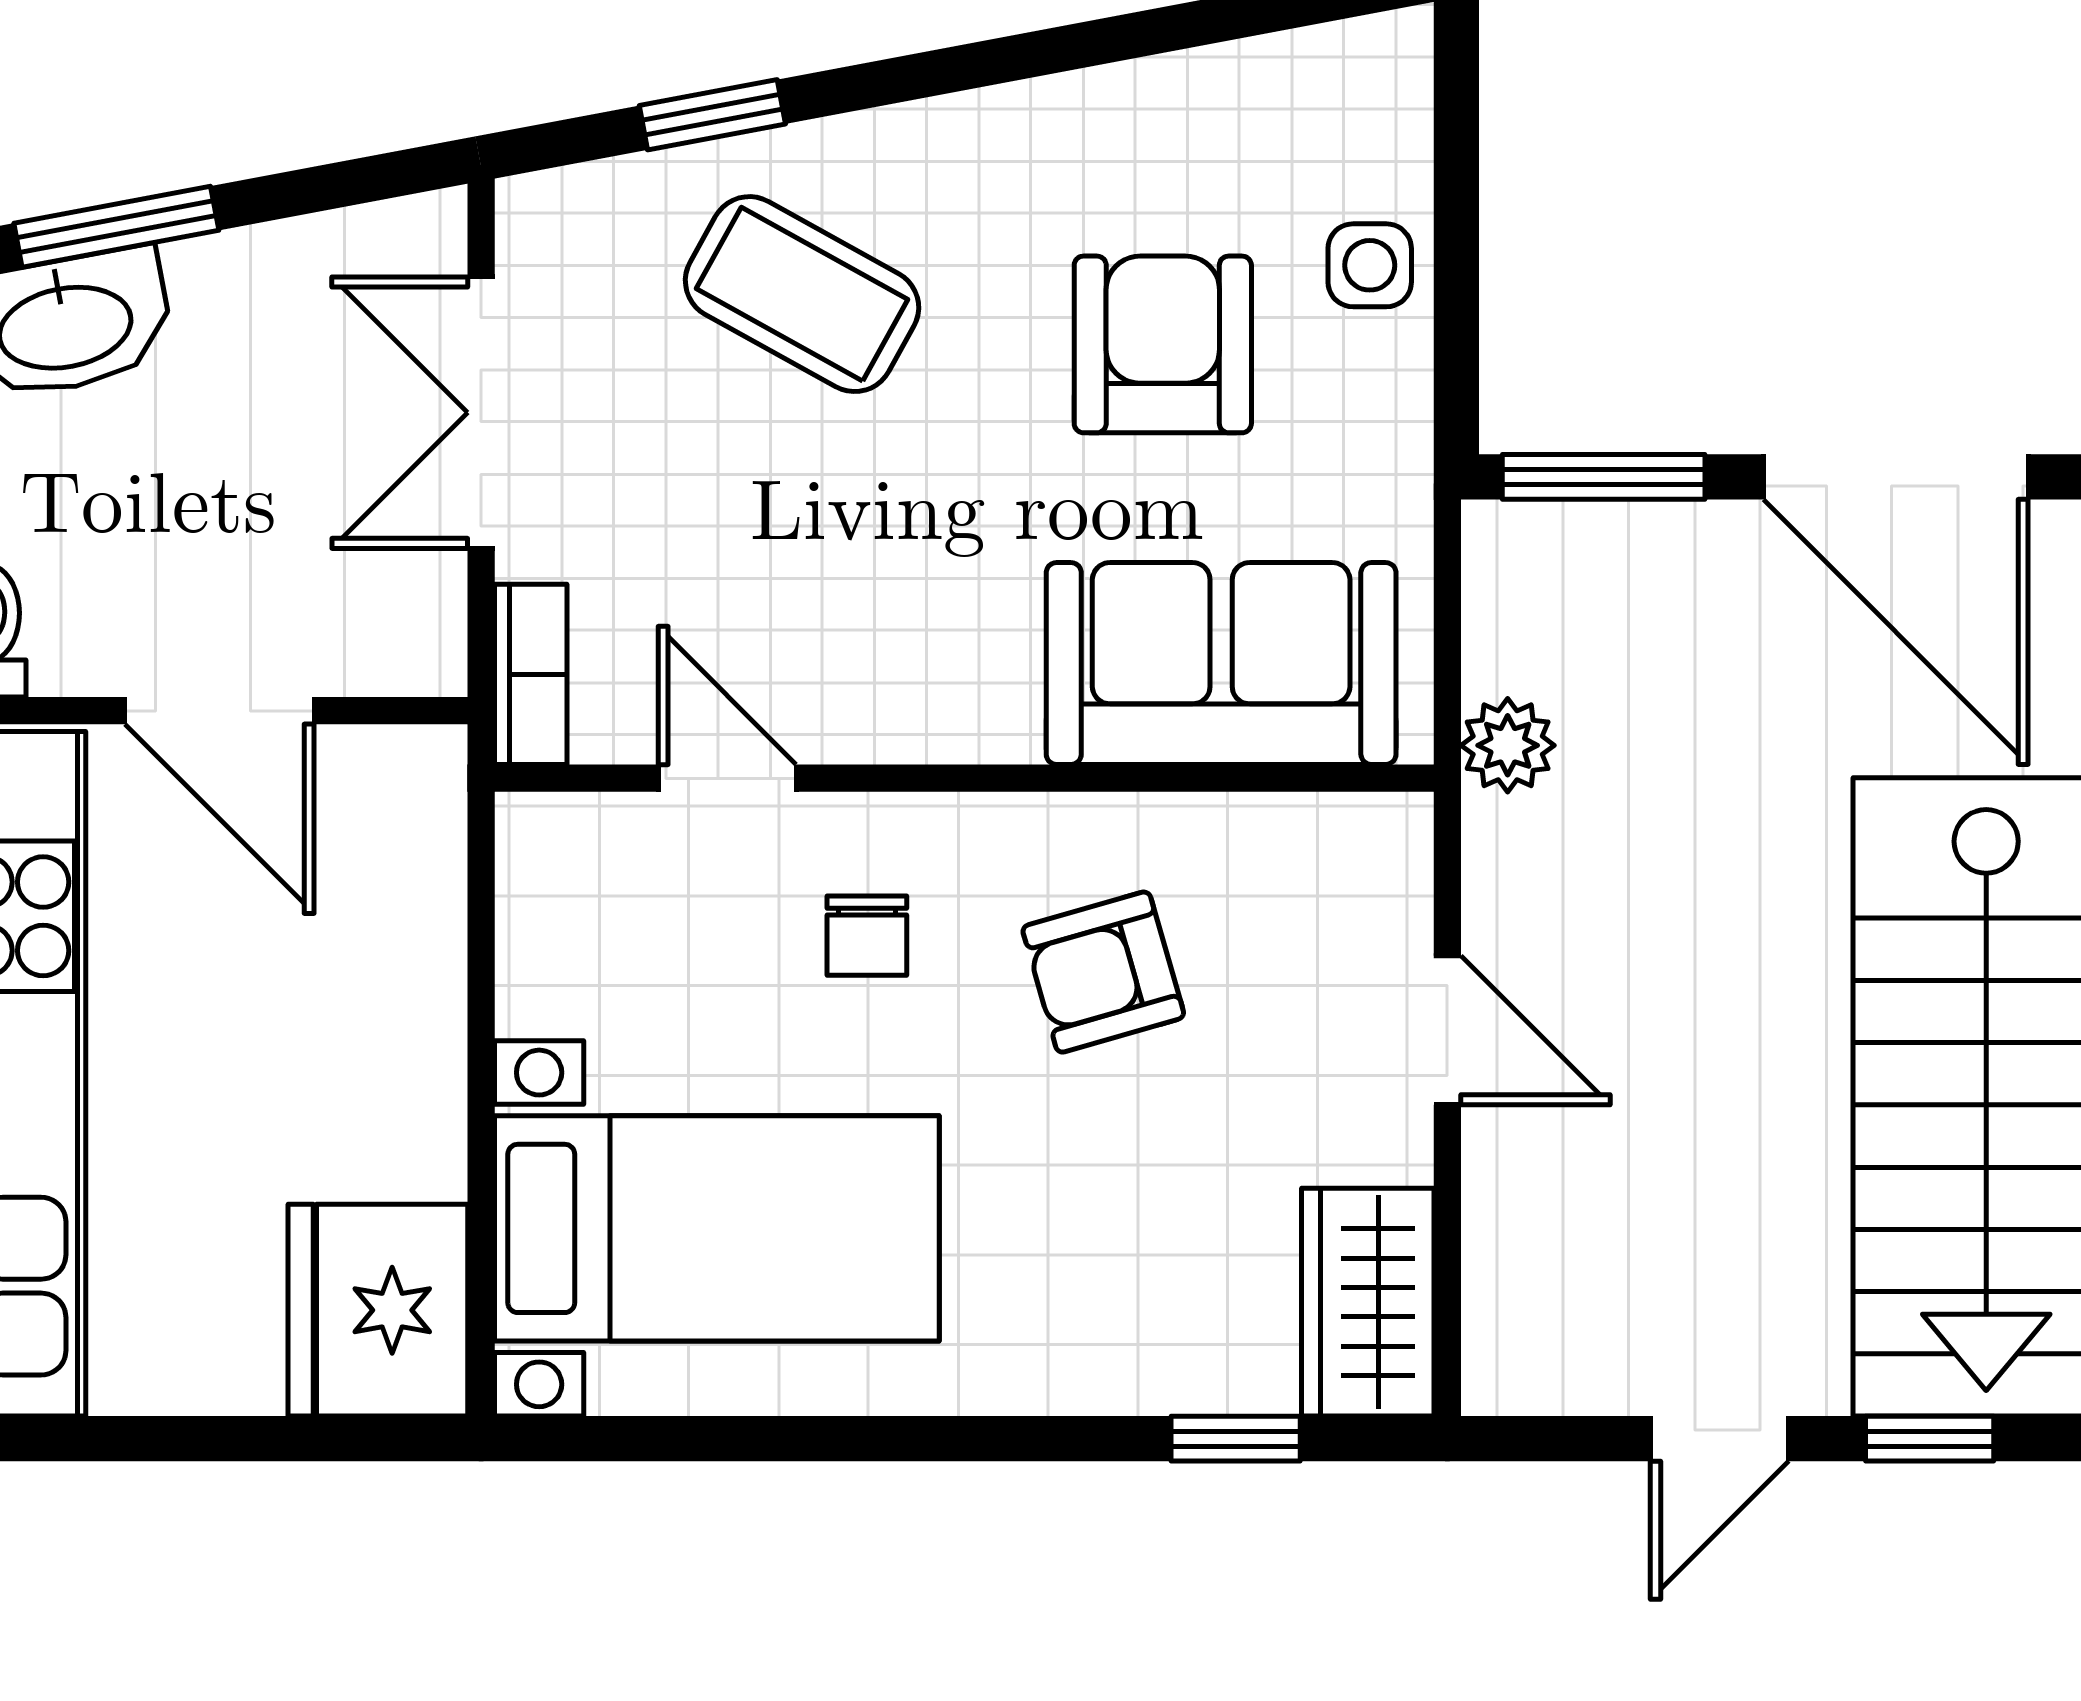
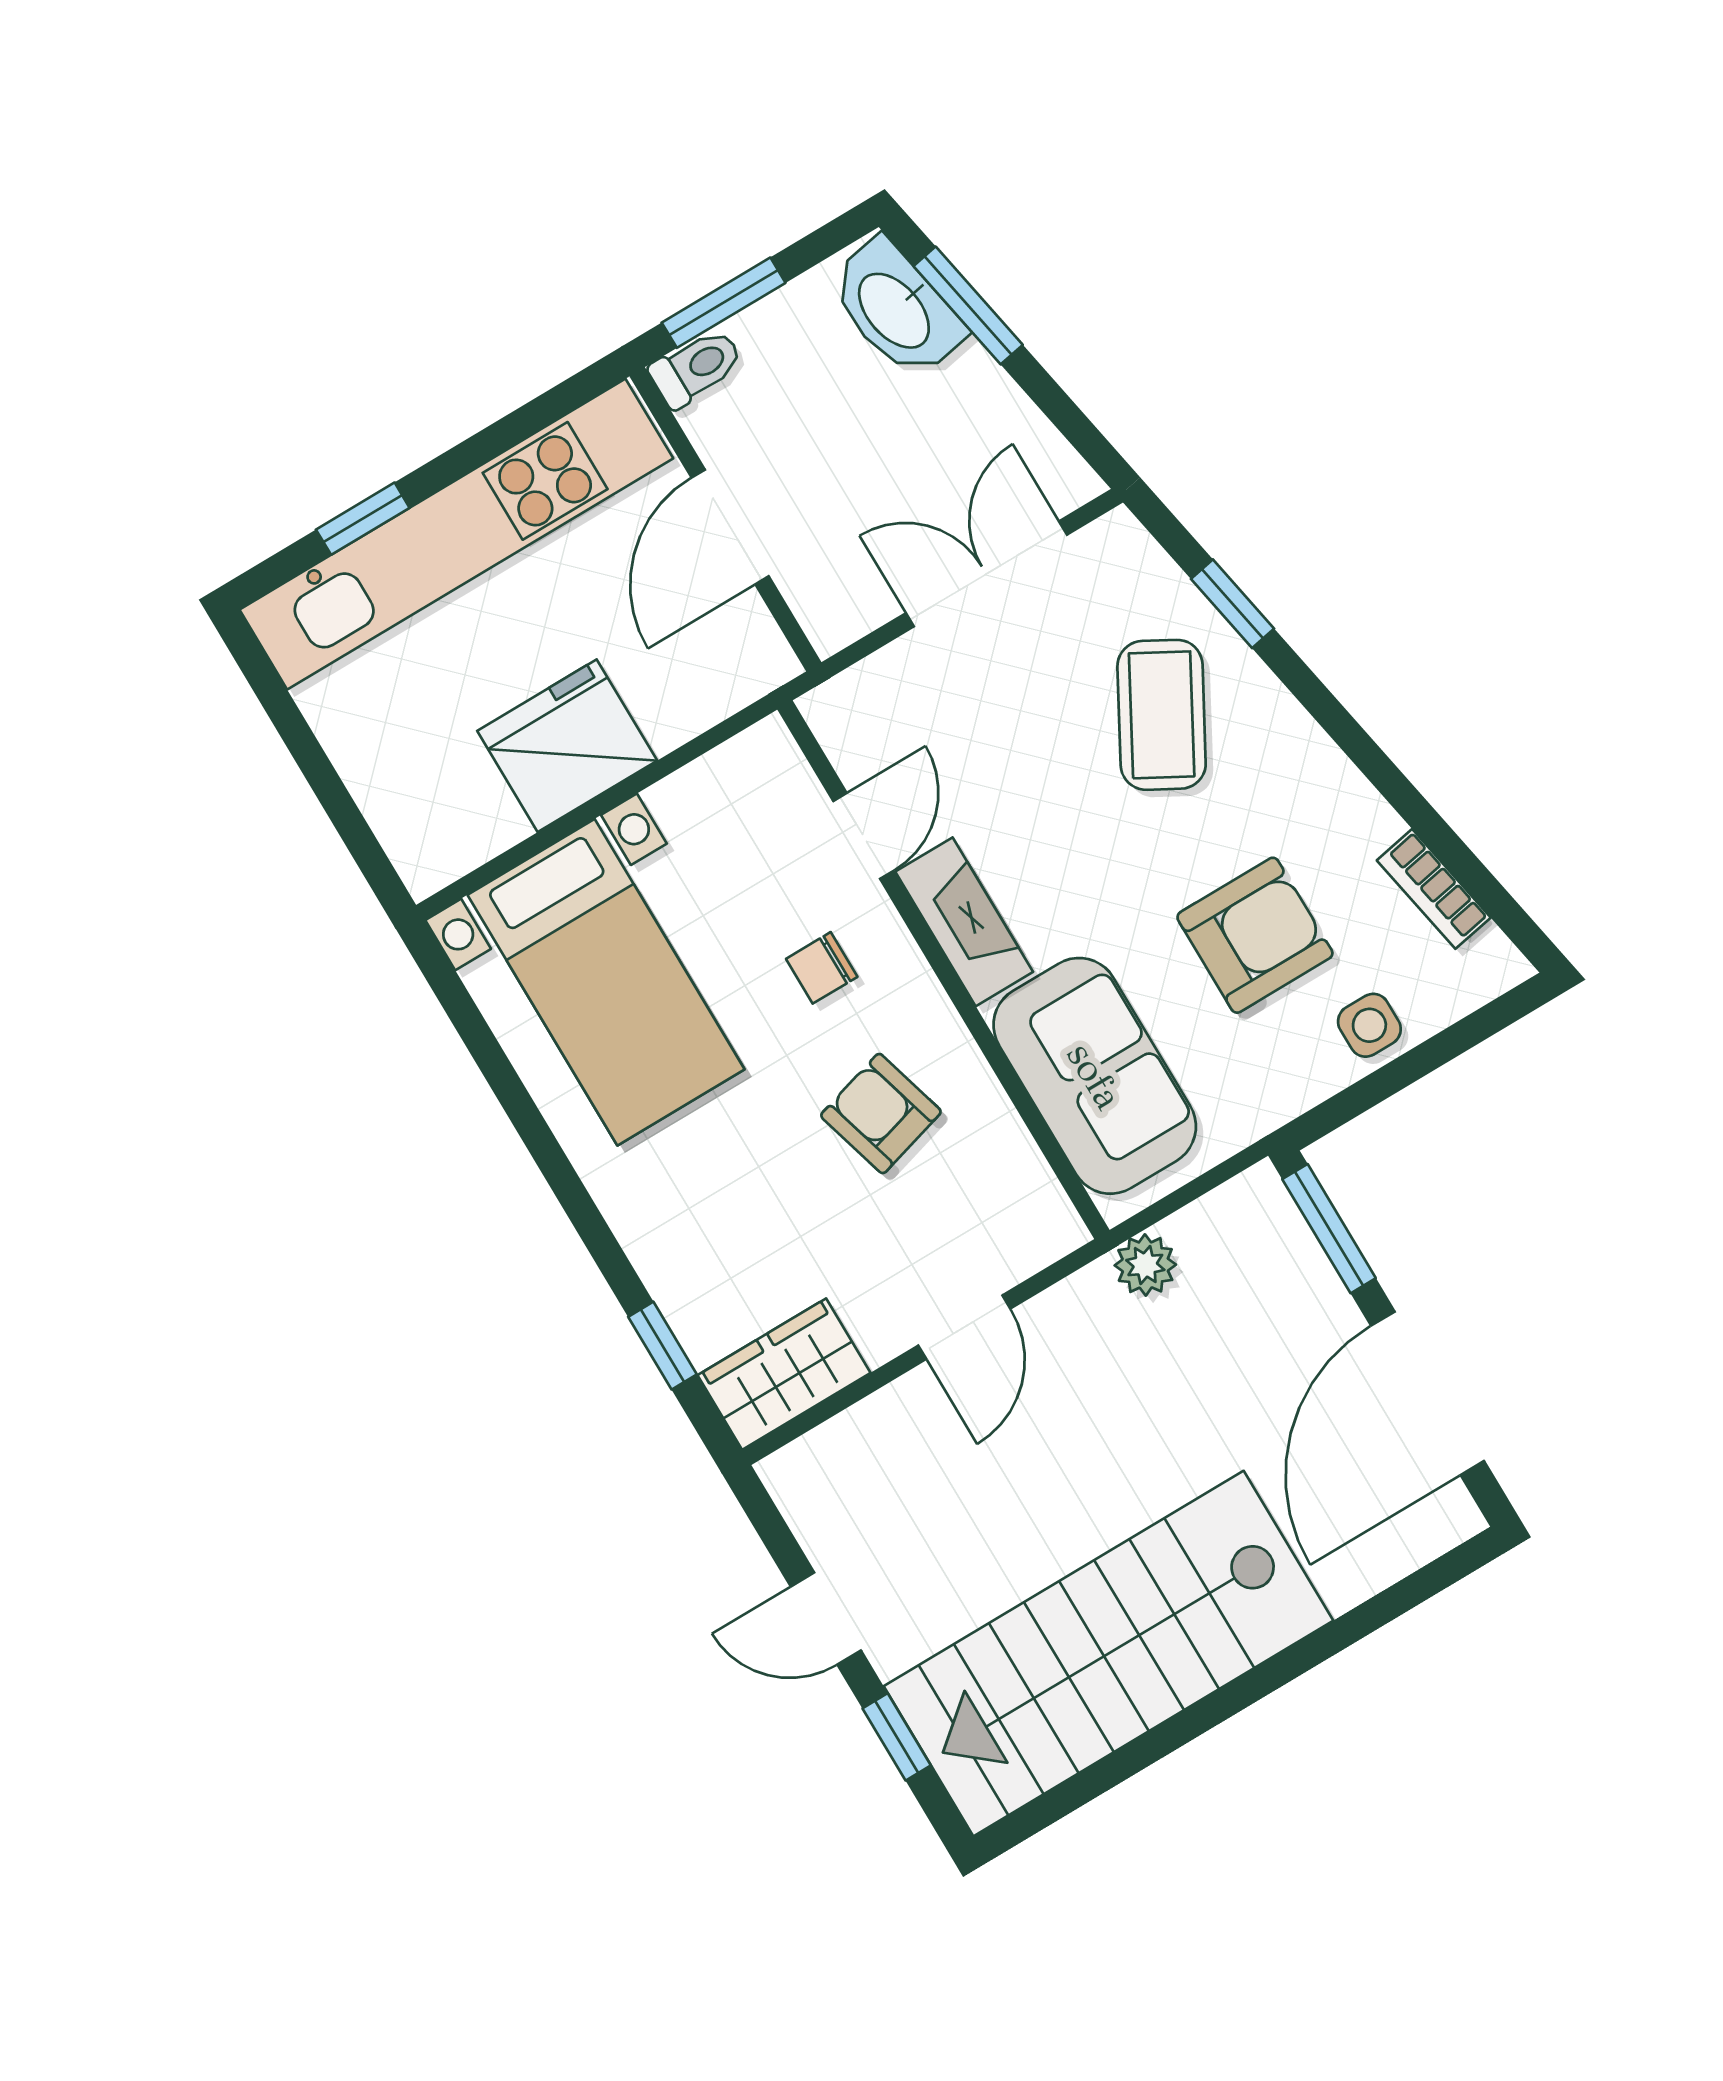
bookcase: (531, 674) -> (1434, 889), moved, turned 79
fireplace: (918, 714) -> (964, 922), added
fridge: (378, 1310) -> (567, 746), moved

